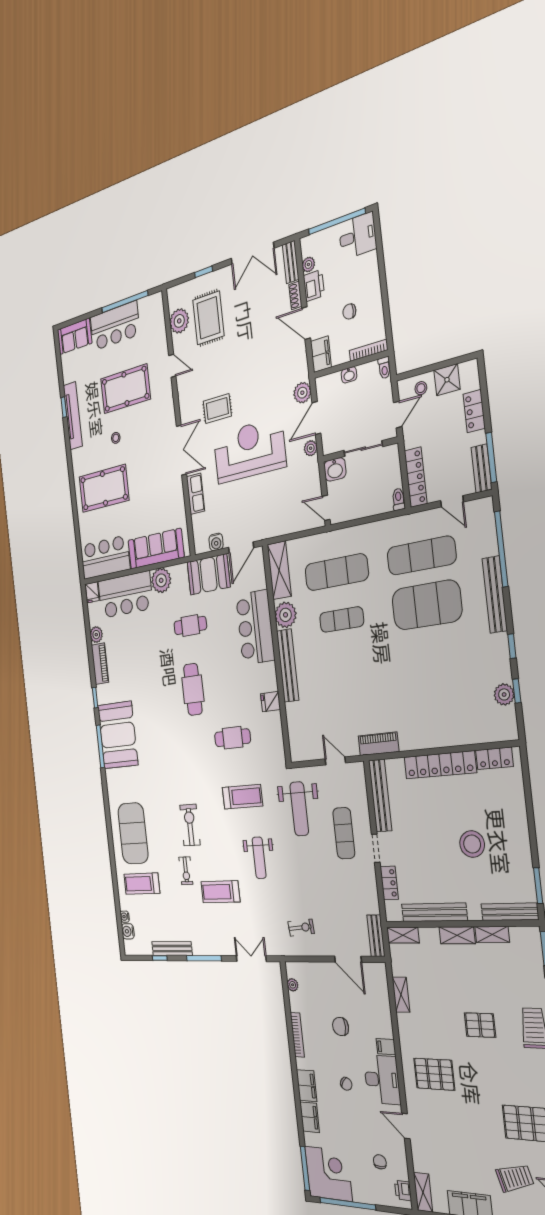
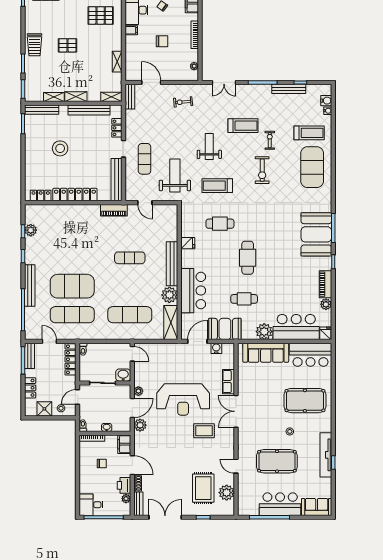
exercise mat: (342, 620) -> (130, 258), moved

